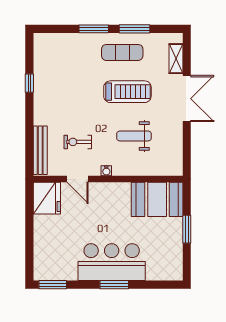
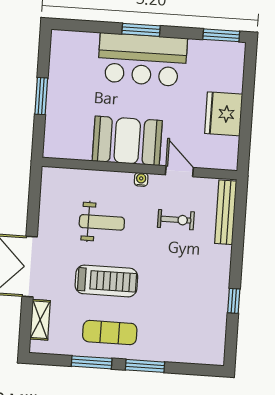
treadmill: (127, 92) -> (106, 281), turned 180
fridge: (47, 198) -> (224, 114), moved
booth: (157, 199) -> (127, 141), moved

